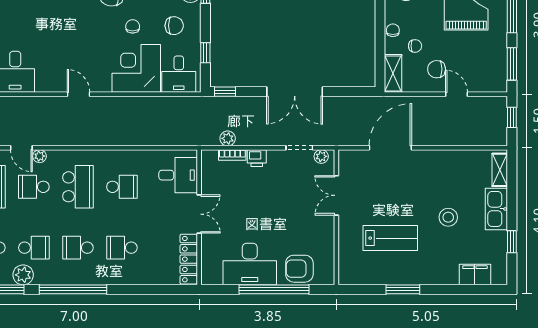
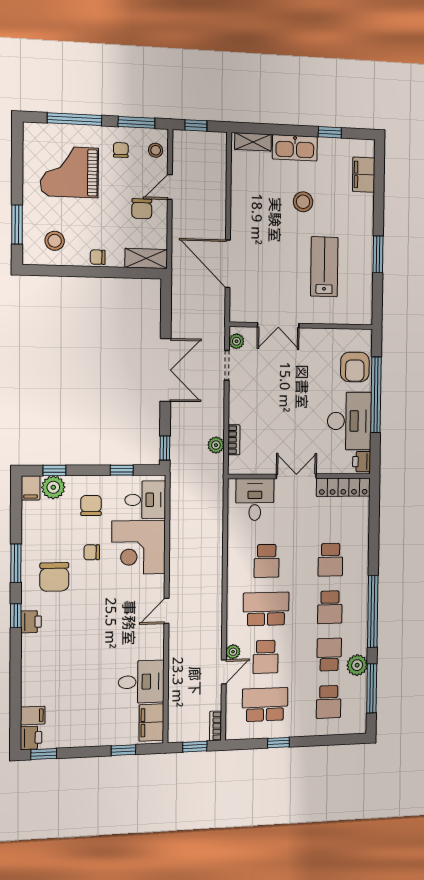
chair: (415, 46) -> (121, 150), moved
stool: (488, 81) -> (156, 150), added
printer: (257, 158) -> (362, 462), moved, turned 180
school desk: (122, 187) -> (267, 561), turned 180

